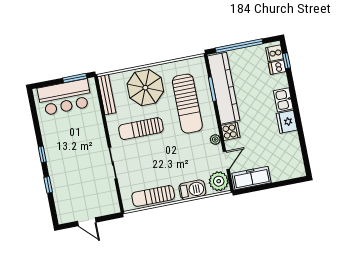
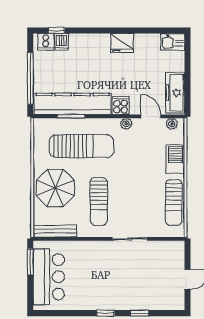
kitchen sink: (283, 100) -> (173, 42), moved
plant: (219, 181) -> (172, 124), width x0.53, depth x0.53

